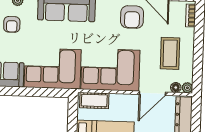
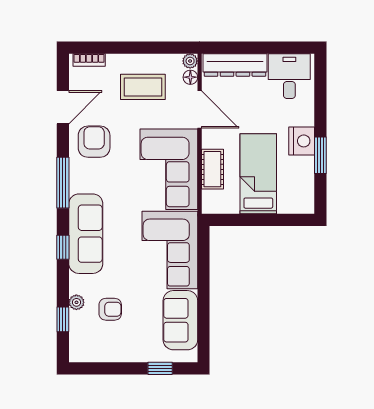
armchair: (132, 17) -> (94, 142), turned -90
cot: (94, 100) -> (212, 169), moved

